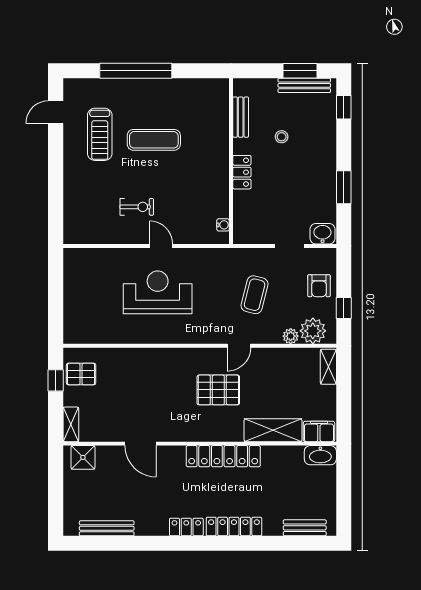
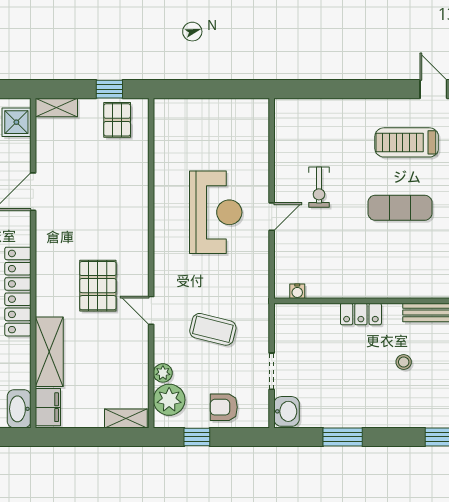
exercise mat: (154, 140) -> (400, 208), turned 90

